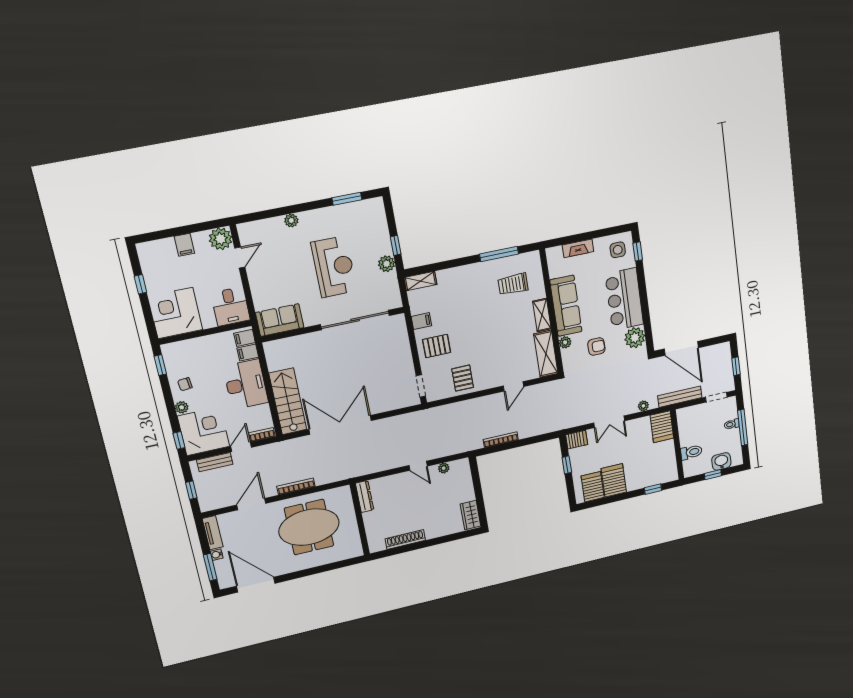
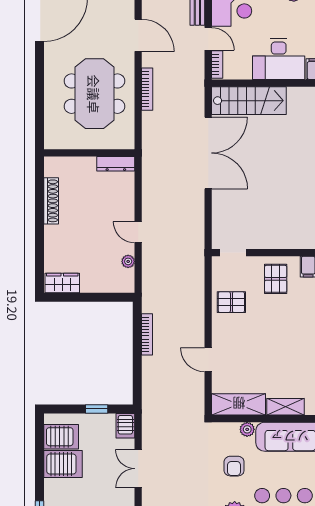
door: (418, 466) -> (138, 232), hinge flipped

